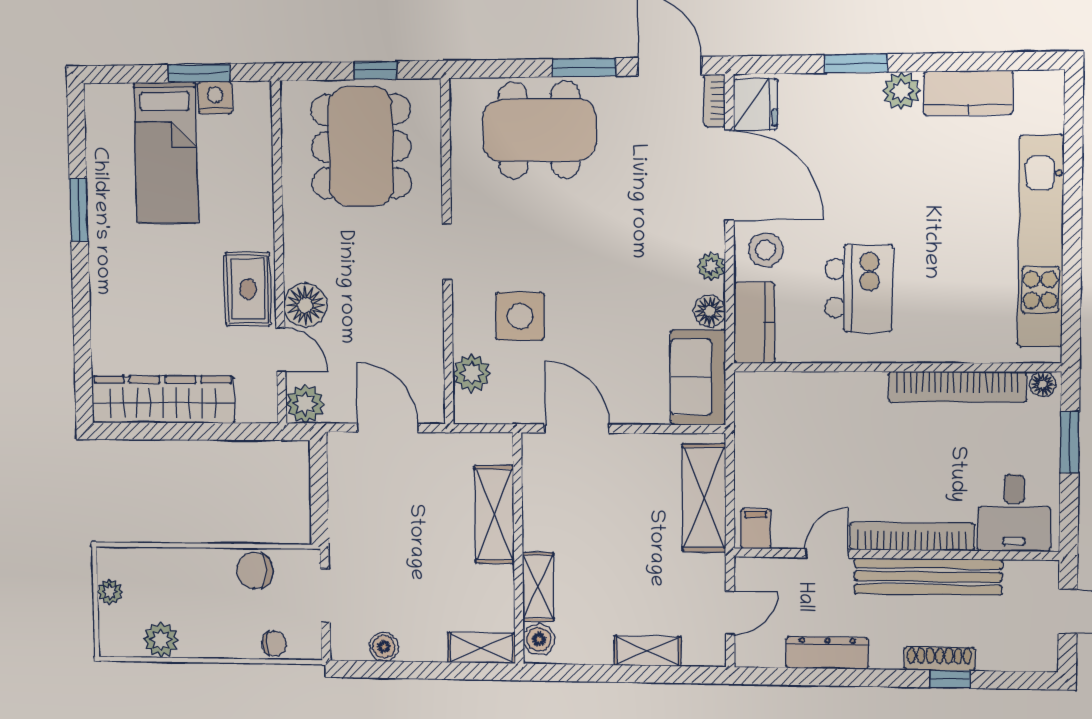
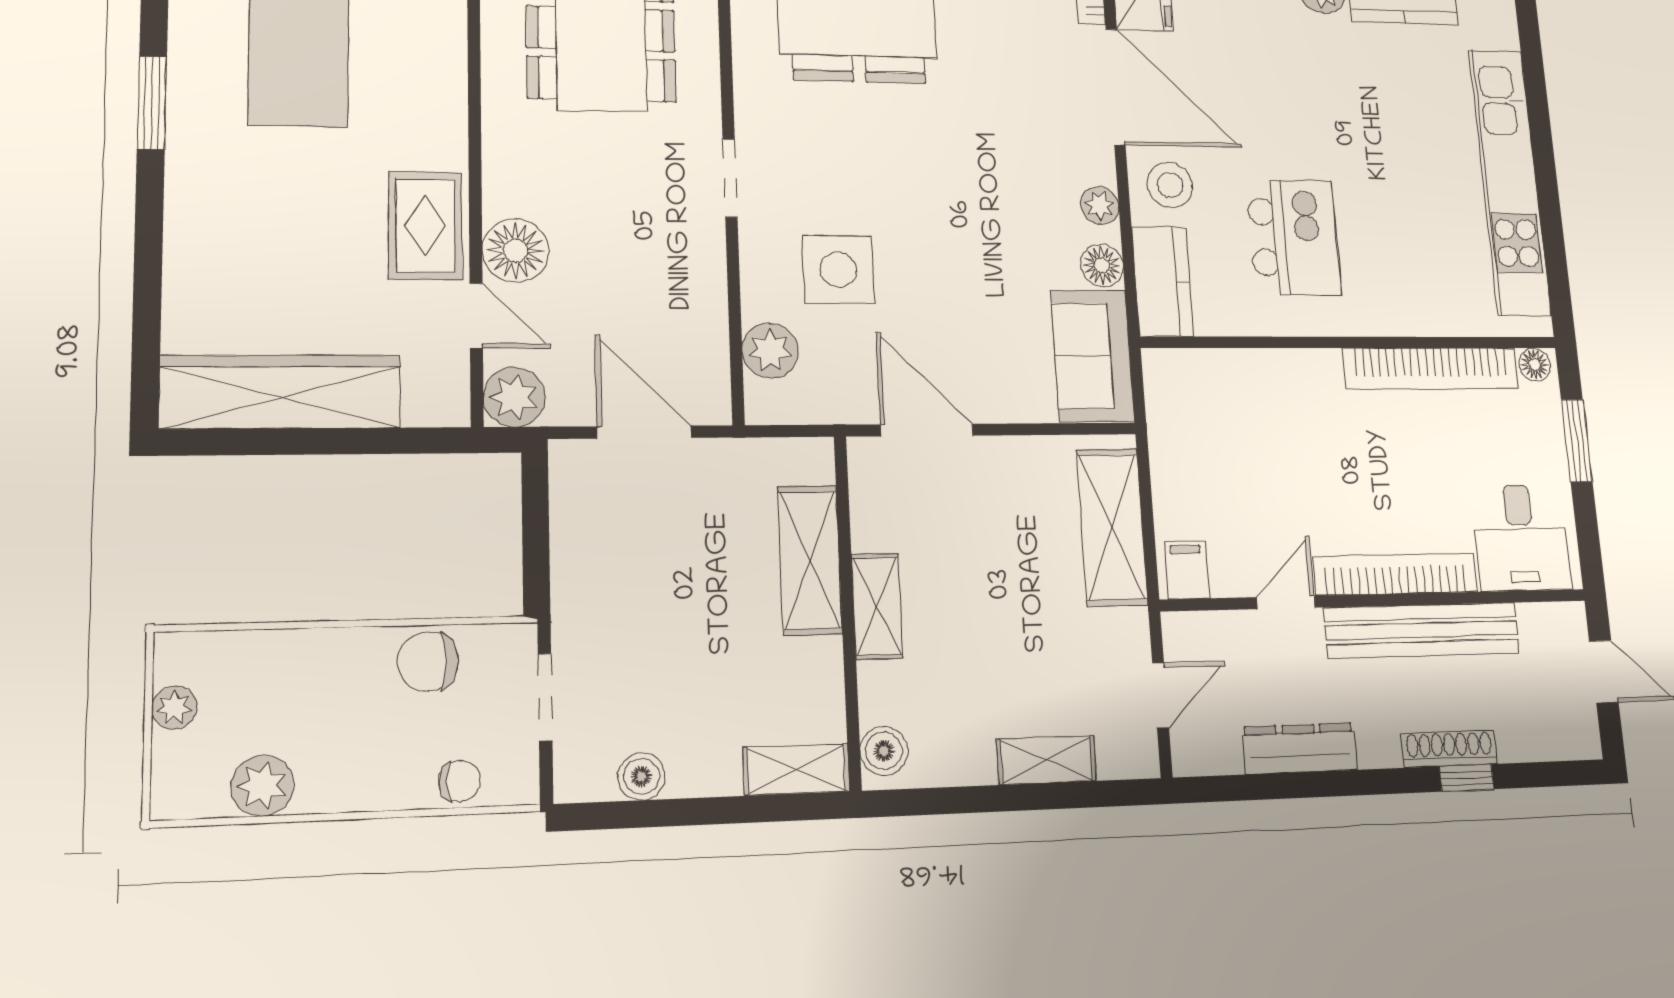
shelving: (538, 587) -> (877, 606), moved

